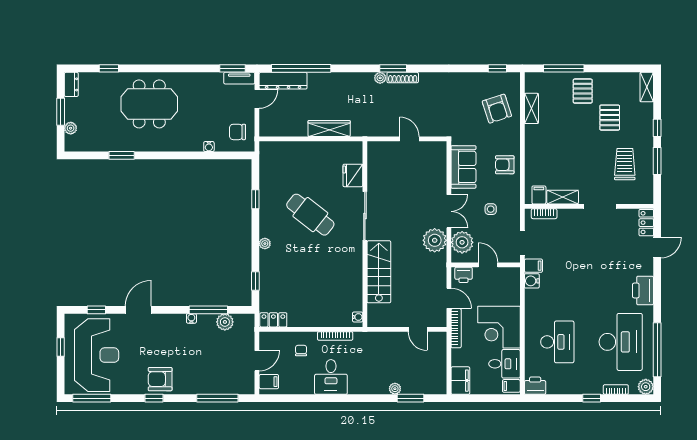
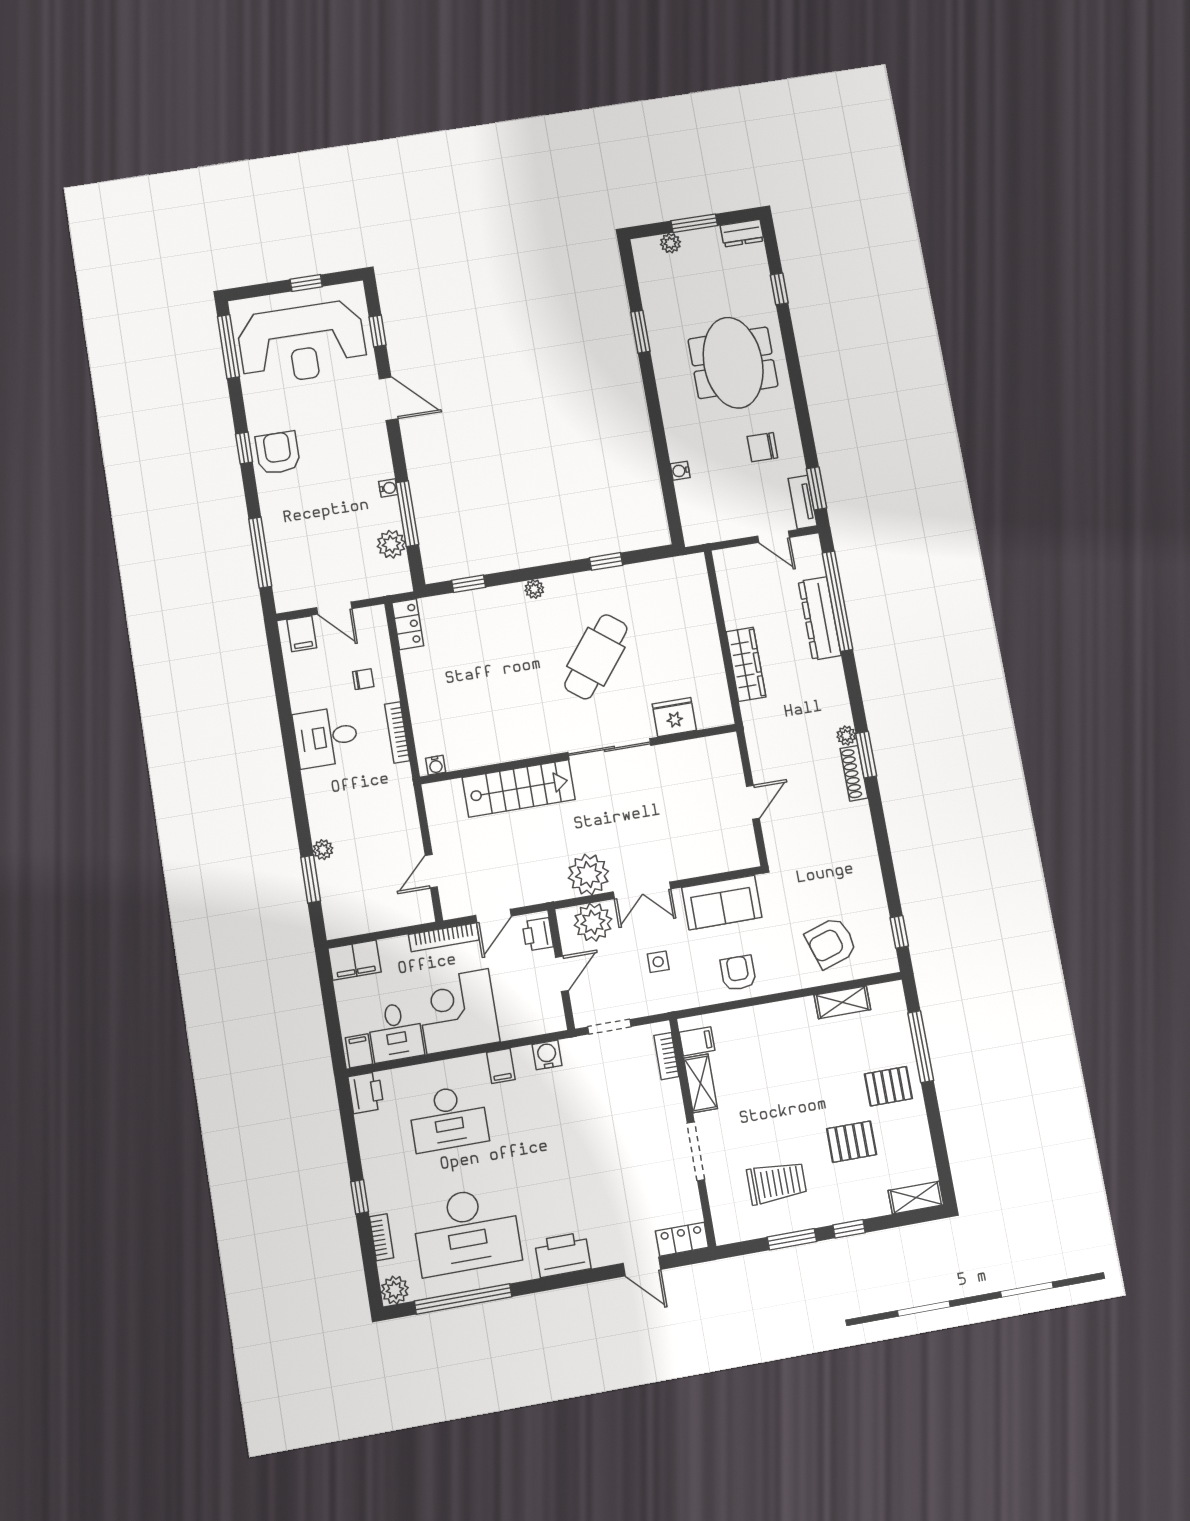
dresser: (283, 81) -> (820, 618), moved
chair: (237, 132) -> (762, 447), moved, turned -90
filing cabinet: (533, 266) -> (501, 1066), moved

